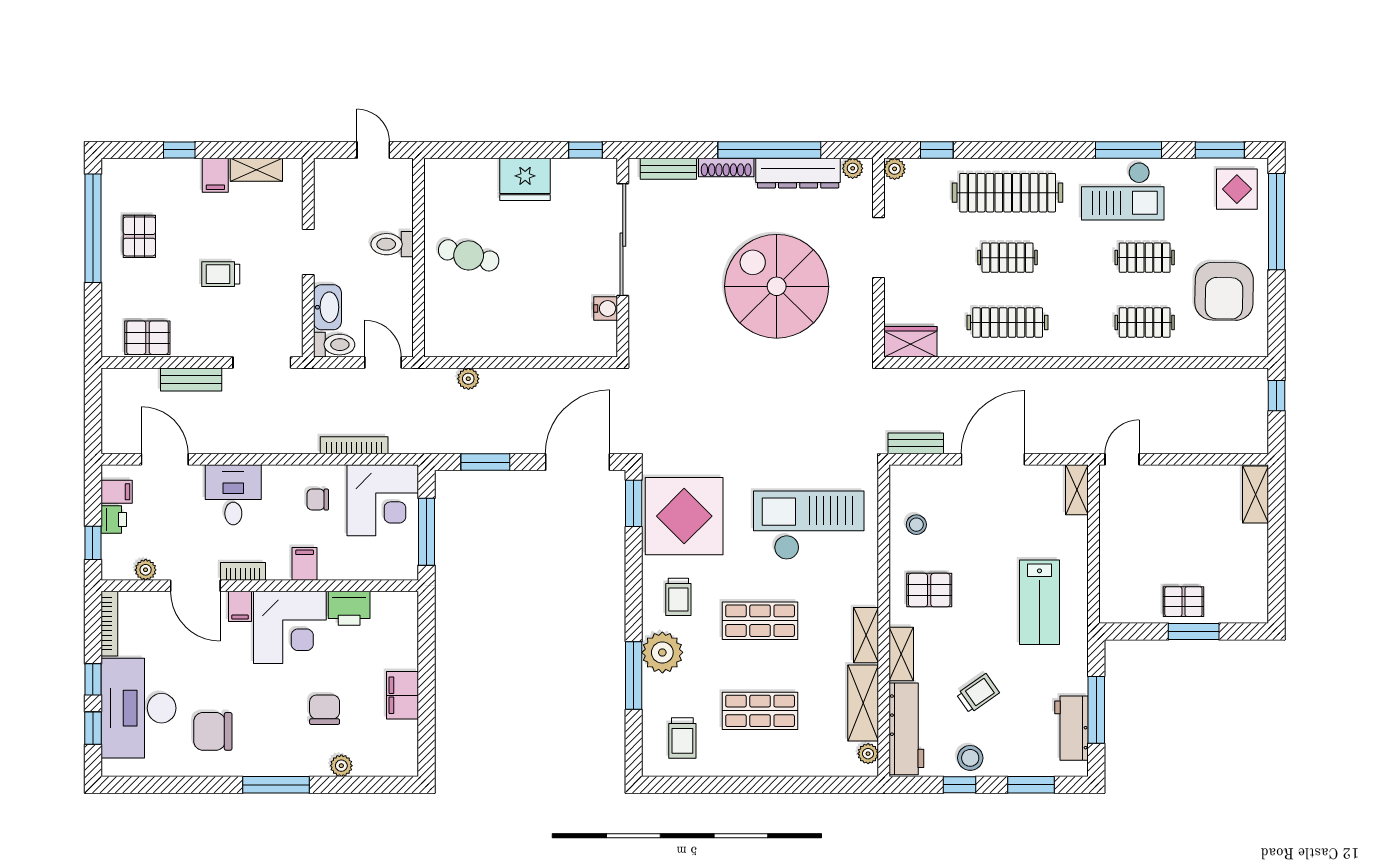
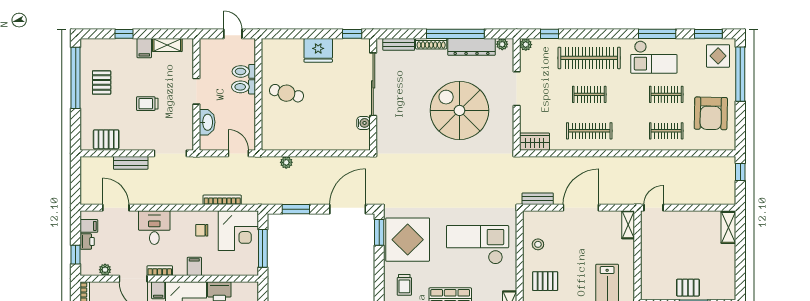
toilet: (334, 345) -> (244, 71), moved, turned 180

